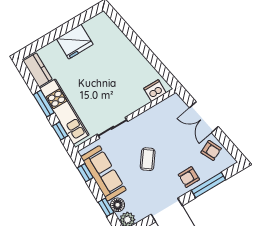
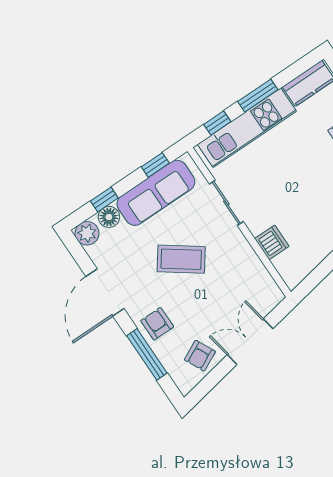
dishwasher: (155, 91) -> (272, 242), moved
coffee table: (148, 159) -> (181, 259), width x1.36, depth x1.30

